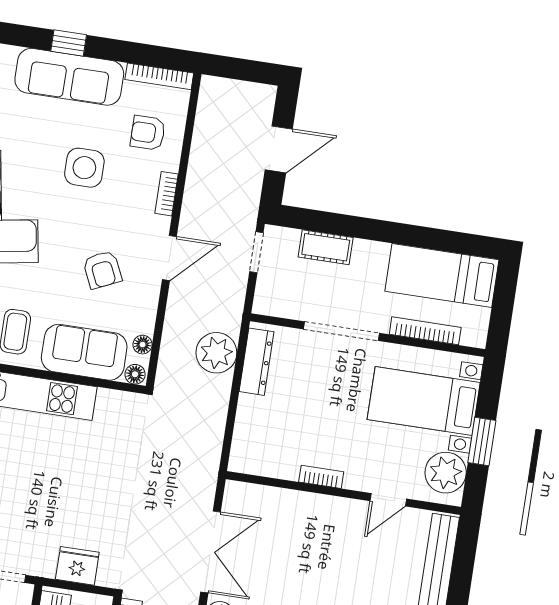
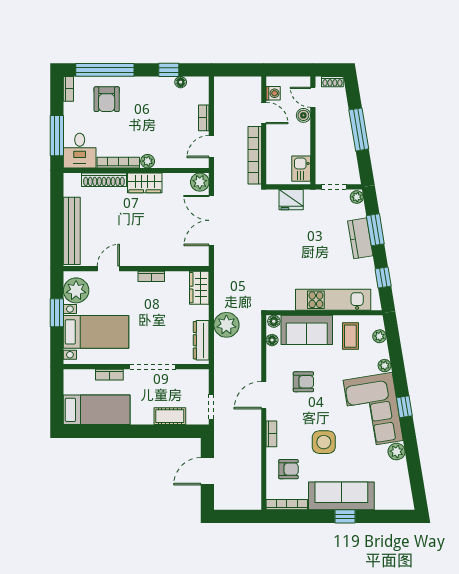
armchair: (102, 270) -> (303, 382), turned 115
bookcase: (425, 331) -> (109, 375), width x0.64
plant: (216, 353) -> (226, 325), moved
wardrobe: (247, 447) -> (199, 288), added

